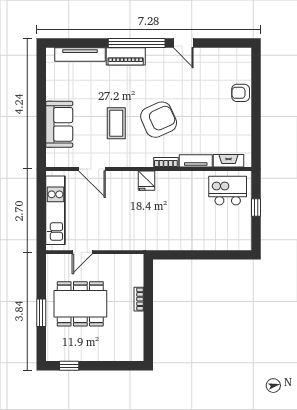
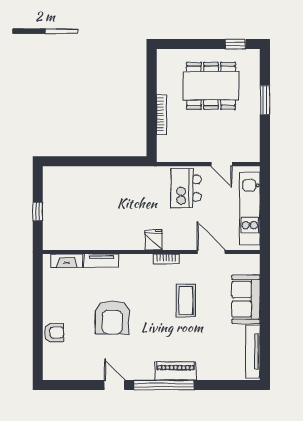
tv unit: (80, 55) -> (253, 351), moved, turned -90
armchair: (159, 120) -> (112, 317), moved, turned -66
bookcase: (166, 162) -> (166, 259), moved
kitchen island: (228, 191) -> (186, 188), moved, turned 90
door: (82, 252) -> (222, 164), swing flipped
bookcase: (139, 299) -> (162, 115), width x1.56
dining table: (80, 304) -> (211, 86), moved

